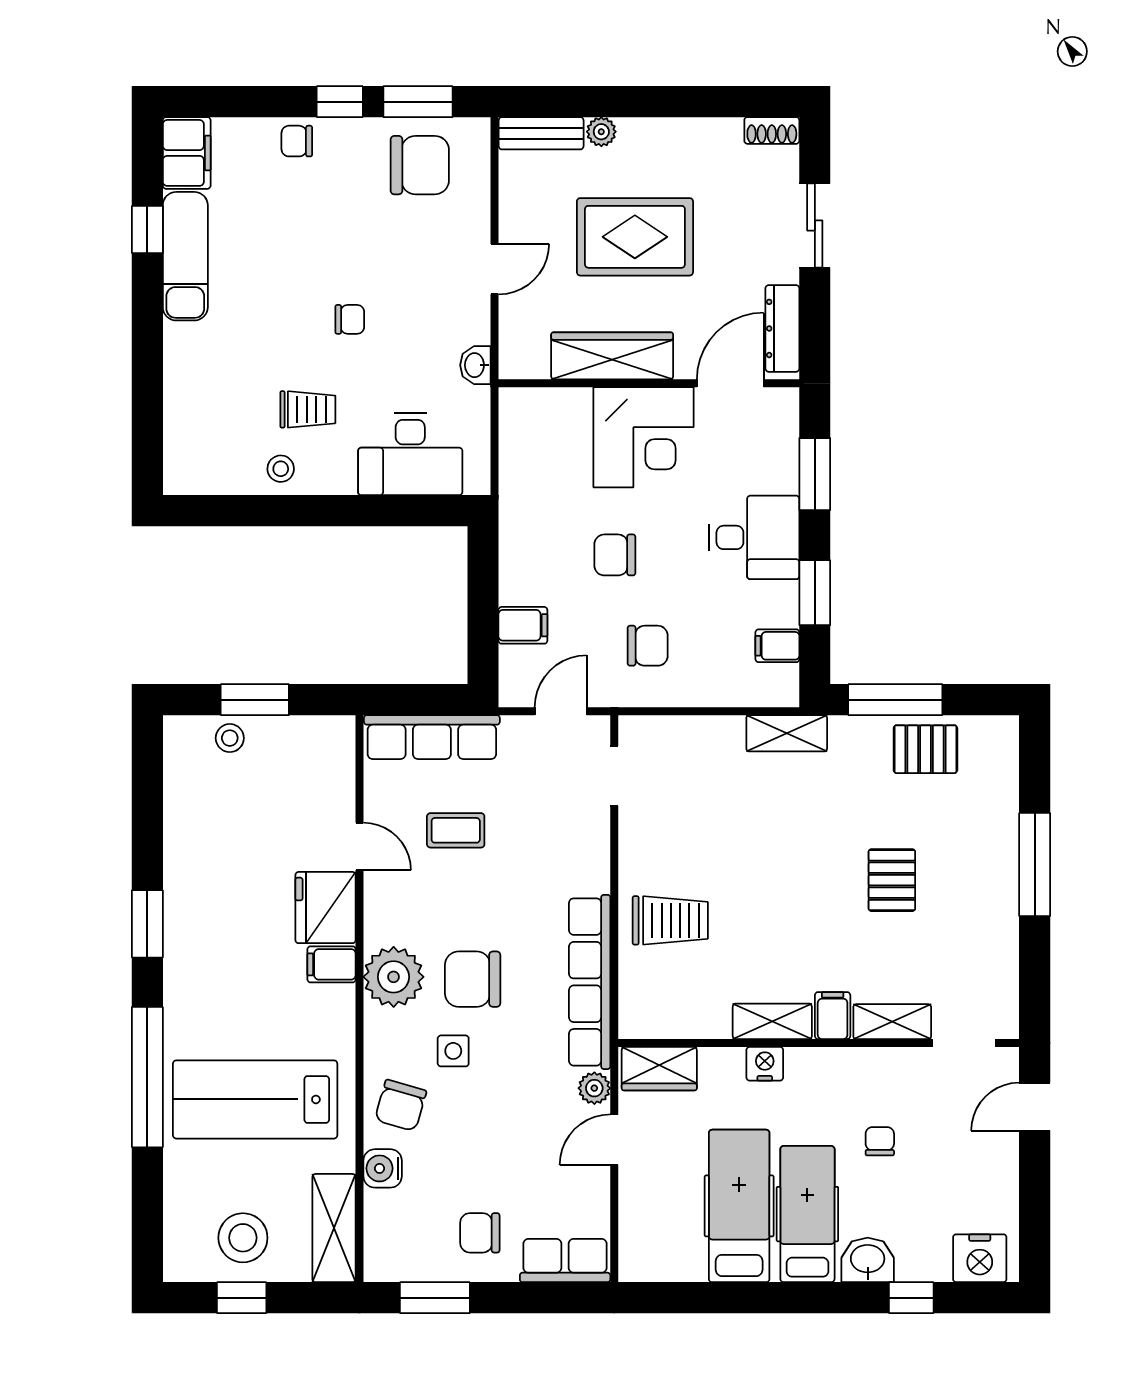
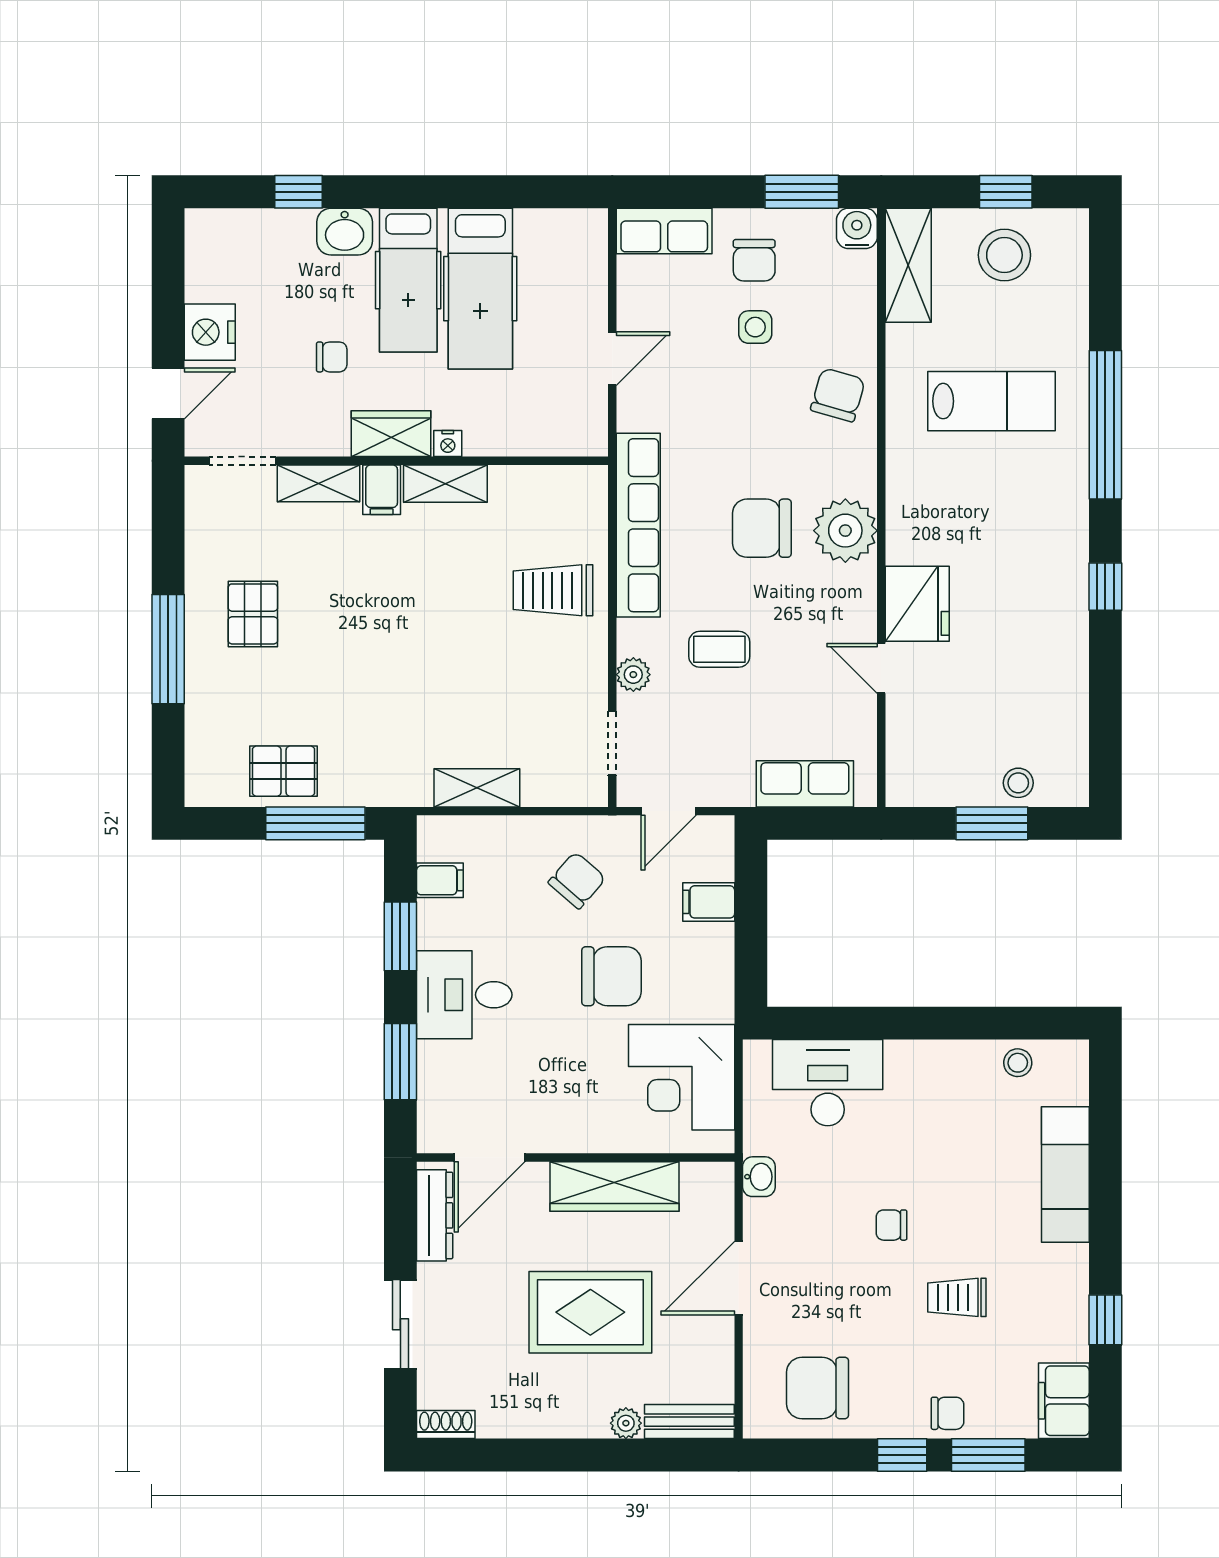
window: (418, 102) -> (988, 1455), moved
exam couch: (185, 256) -> (1065, 1175), moved
door: (495, 269) -> (739, 1278), width x1.38
trolley: (308, 409) -> (957, 1297), moved
corner desk: (643, 437) -> (682, 1077), moved, turned -90
stool: (281, 469) -> (1018, 1063), moved
chair: (615, 555) -> (612, 976), width x1.37, depth x1.37
chair: (648, 646) -> (577, 880), turned 131
shelving: (787, 733) -> (477, 788), moved
row of seats: (432, 737) -> (805, 784), width x0.68
coffee table: (456, 830) -> (719, 649), moved
pallet: (892, 880) -> (253, 614), moved
window: (147, 924) -> (1105, 587), width x0.67
filing cabinet: (332, 964) -> (911, 544), removed
chair: (473, 979) -> (762, 528), turned 180
side table: (453, 1051) -> (755, 327), moved
nightstand: (765, 1064) -> (448, 443), width x0.72, depth x0.74
wardrobe: (659, 1069) -> (391, 434), moved
plant: (594, 1088) -> (633, 675), moved
lab bench: (255, 1099) -> (991, 401), width x0.73, depth x0.72
chair: (880, 1141) -> (332, 357), turned -90
water cooler: (383, 1168) -> (857, 228), moved, turned -90
chair: (480, 1233) -> (754, 260), turned 90
nightstand: (980, 1258) -> (210, 332), moved, turned -90

